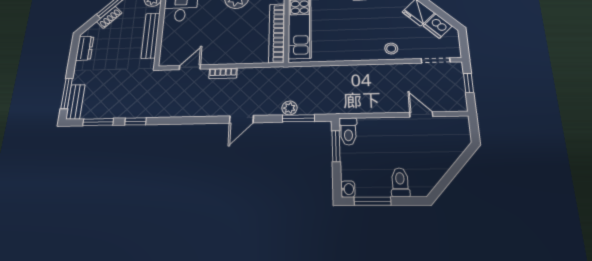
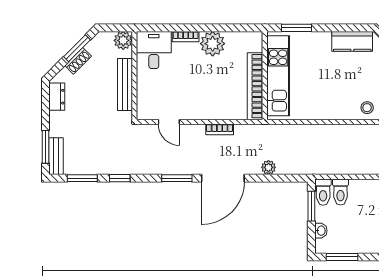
door: (190, 67) -> (169, 122), swing flipped
bookcase: (223, 73) -> (220, 129), moved
window: (298, 118) -> (177, 178), moved
door: (241, 119) -> (223, 178), width x1.88
toilet: (400, 182) -> (341, 192), moved, turned 180
washbasin: (348, 189) -> (321, 231), moved

